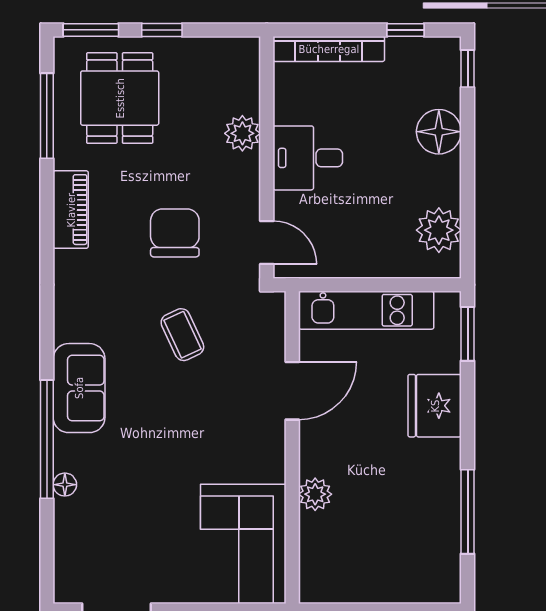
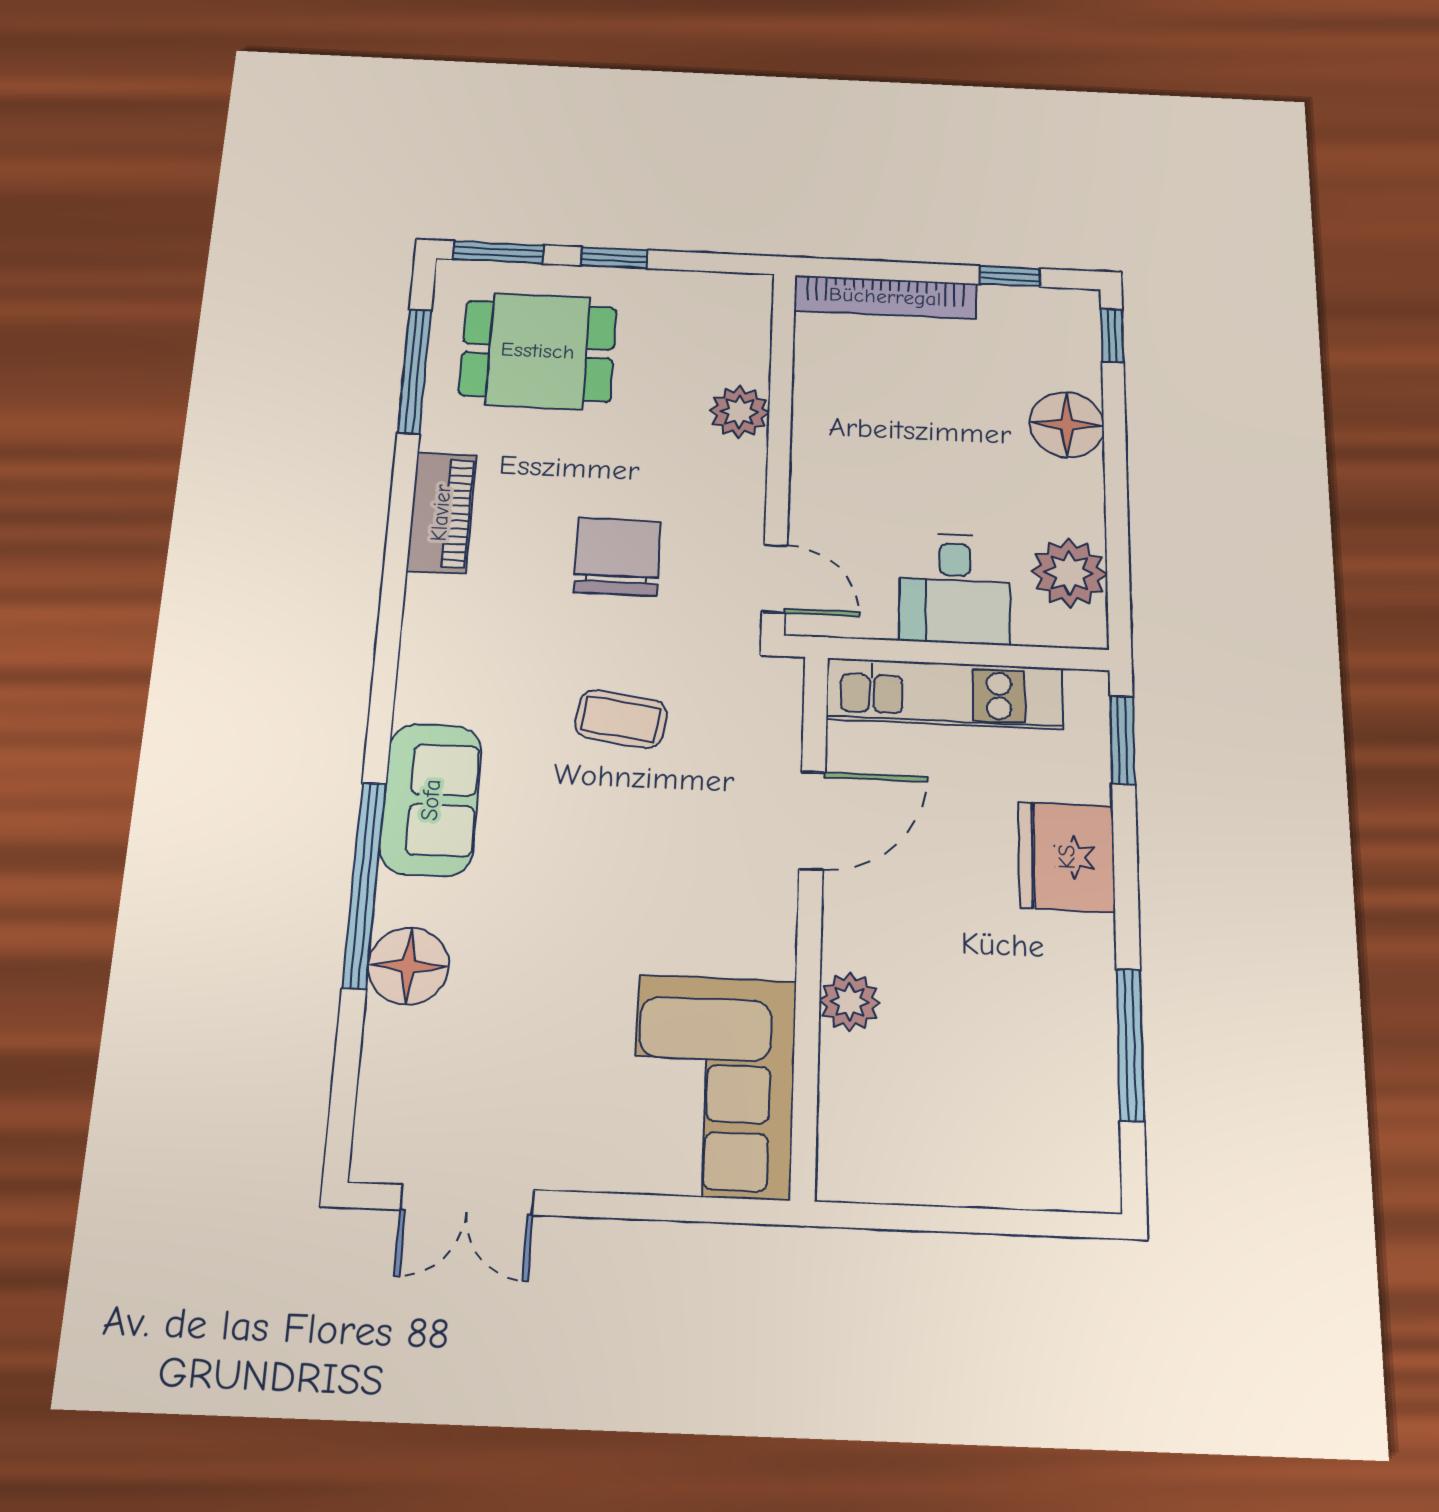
dining table: (120, 98) -> (538, 351), turned 90
desk: (308, 158) -> (955, 589), moved, turned -90
coffee table: (182, 335) -> (621, 719), turned -57
floor lamp: (65, 485) -> (408, 966), width x1.89, depth x1.89

